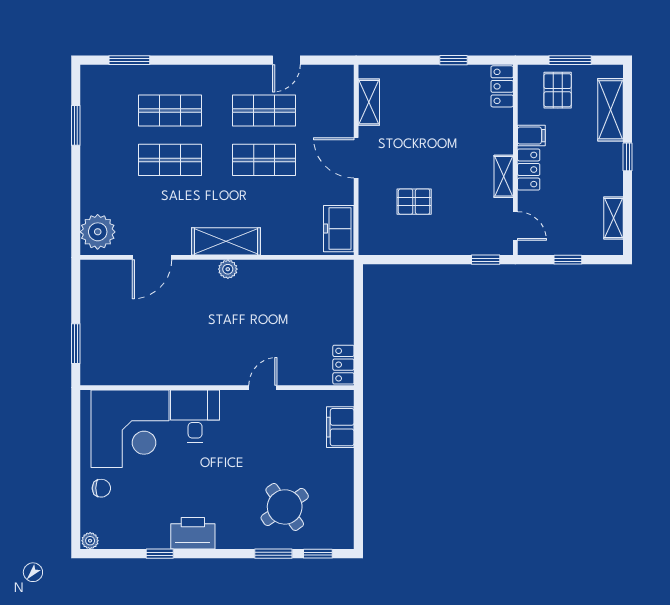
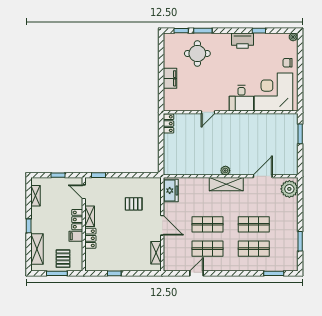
locker: (502, 86) -> (90, 238), moved
filing cabinet: (340, 427) -> (170, 78), moved
round table: (285, 507) -> (197, 53), turned 35

